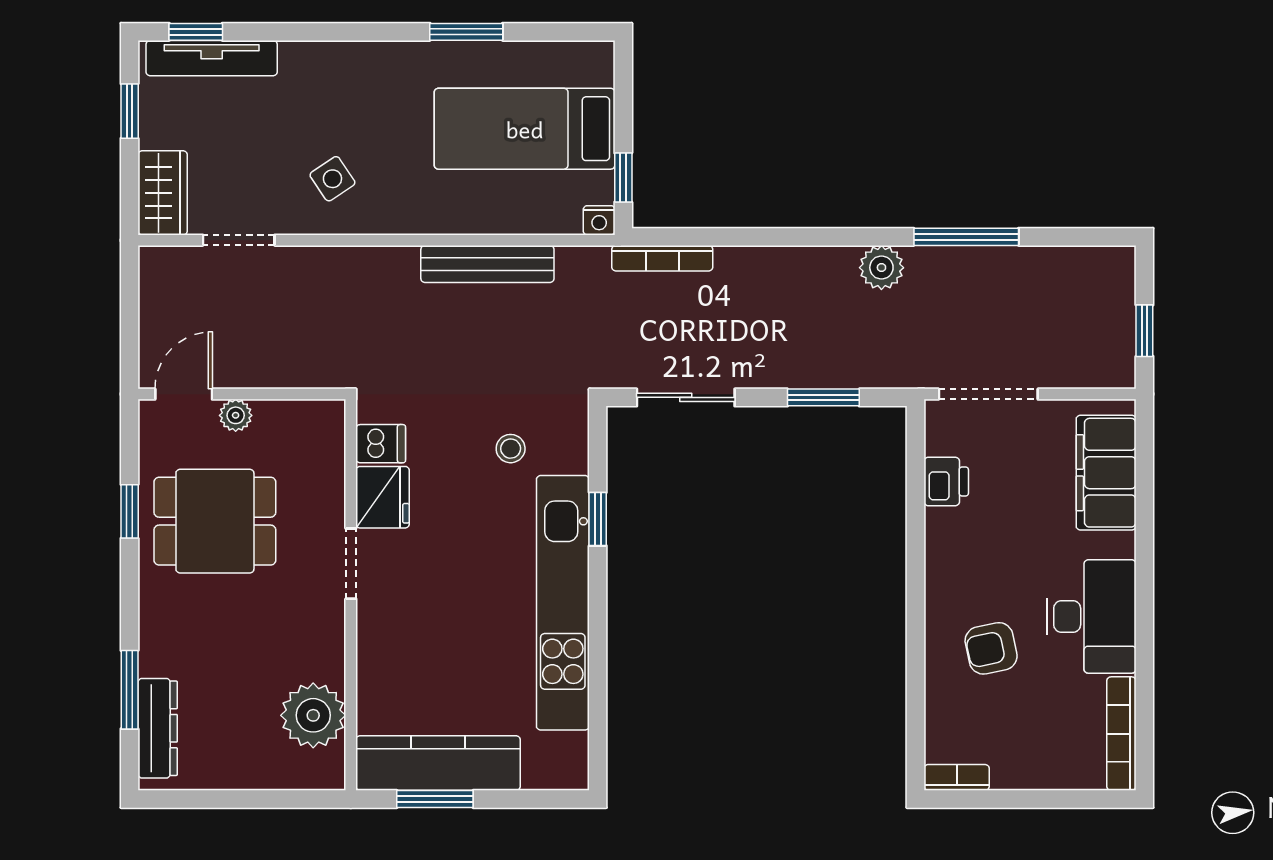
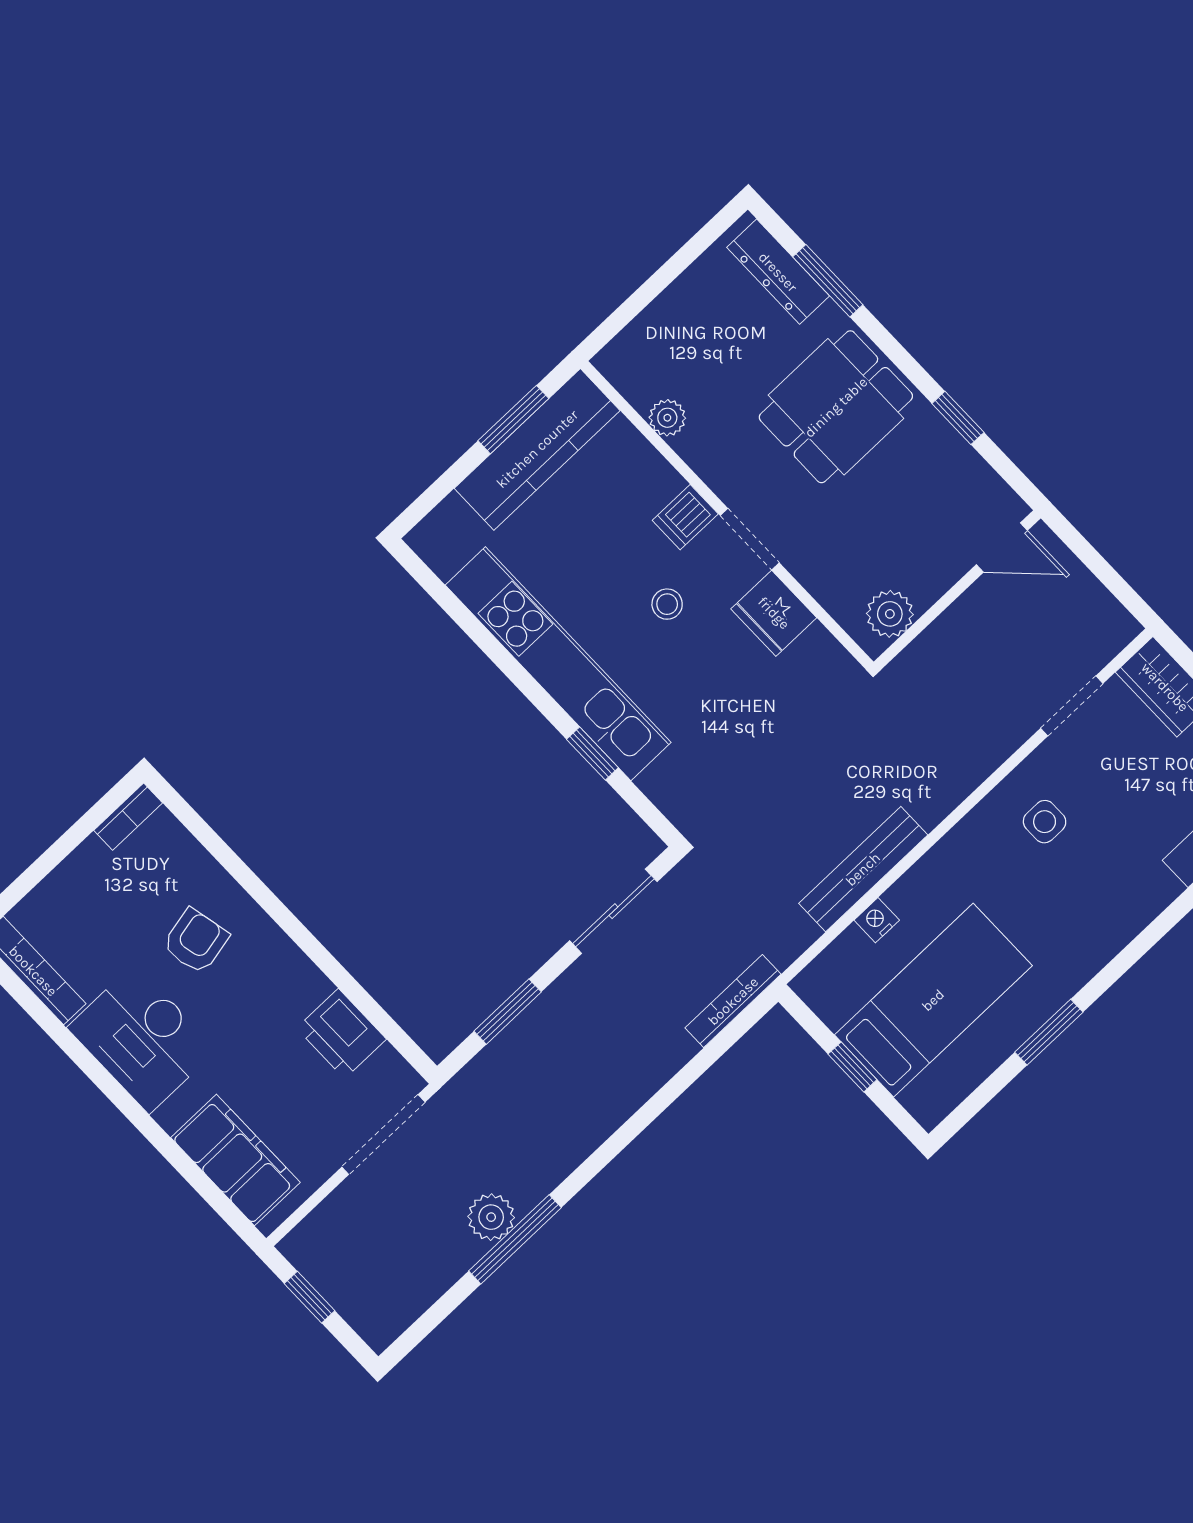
window: (623, 178) -> (852, 1067), moved
side table: (332, 179) -> (1045, 822), turned 34
nightstand: (599, 220) -> (877, 920), moved
plant: (881, 268) -> (491, 1217), moved
door: (184, 394) -> (1002, 548), hinge flipped
plant: (236, 415) -> (890, 614), moved, width x1.38, depth x1.38
dishwasher: (381, 444) -> (685, 517), moved
stool: (511, 449) -> (667, 604), moved
printer: (946, 481) -> (341, 1034), width x1.36, depth x1.24
dining table: (215, 521) -> (836, 407), moved
plant: (313, 715) -> (667, 418), width x0.53, depth x0.53

